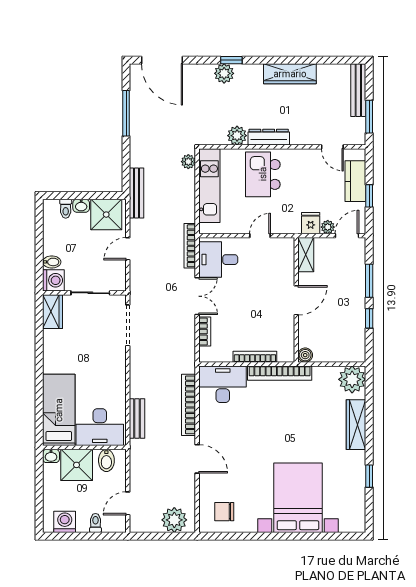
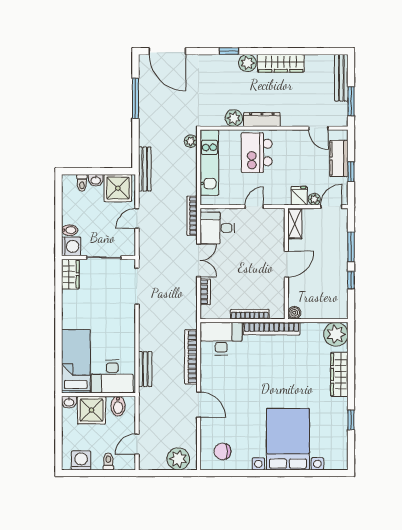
plant: (224, 73) -> (247, 63), moved

